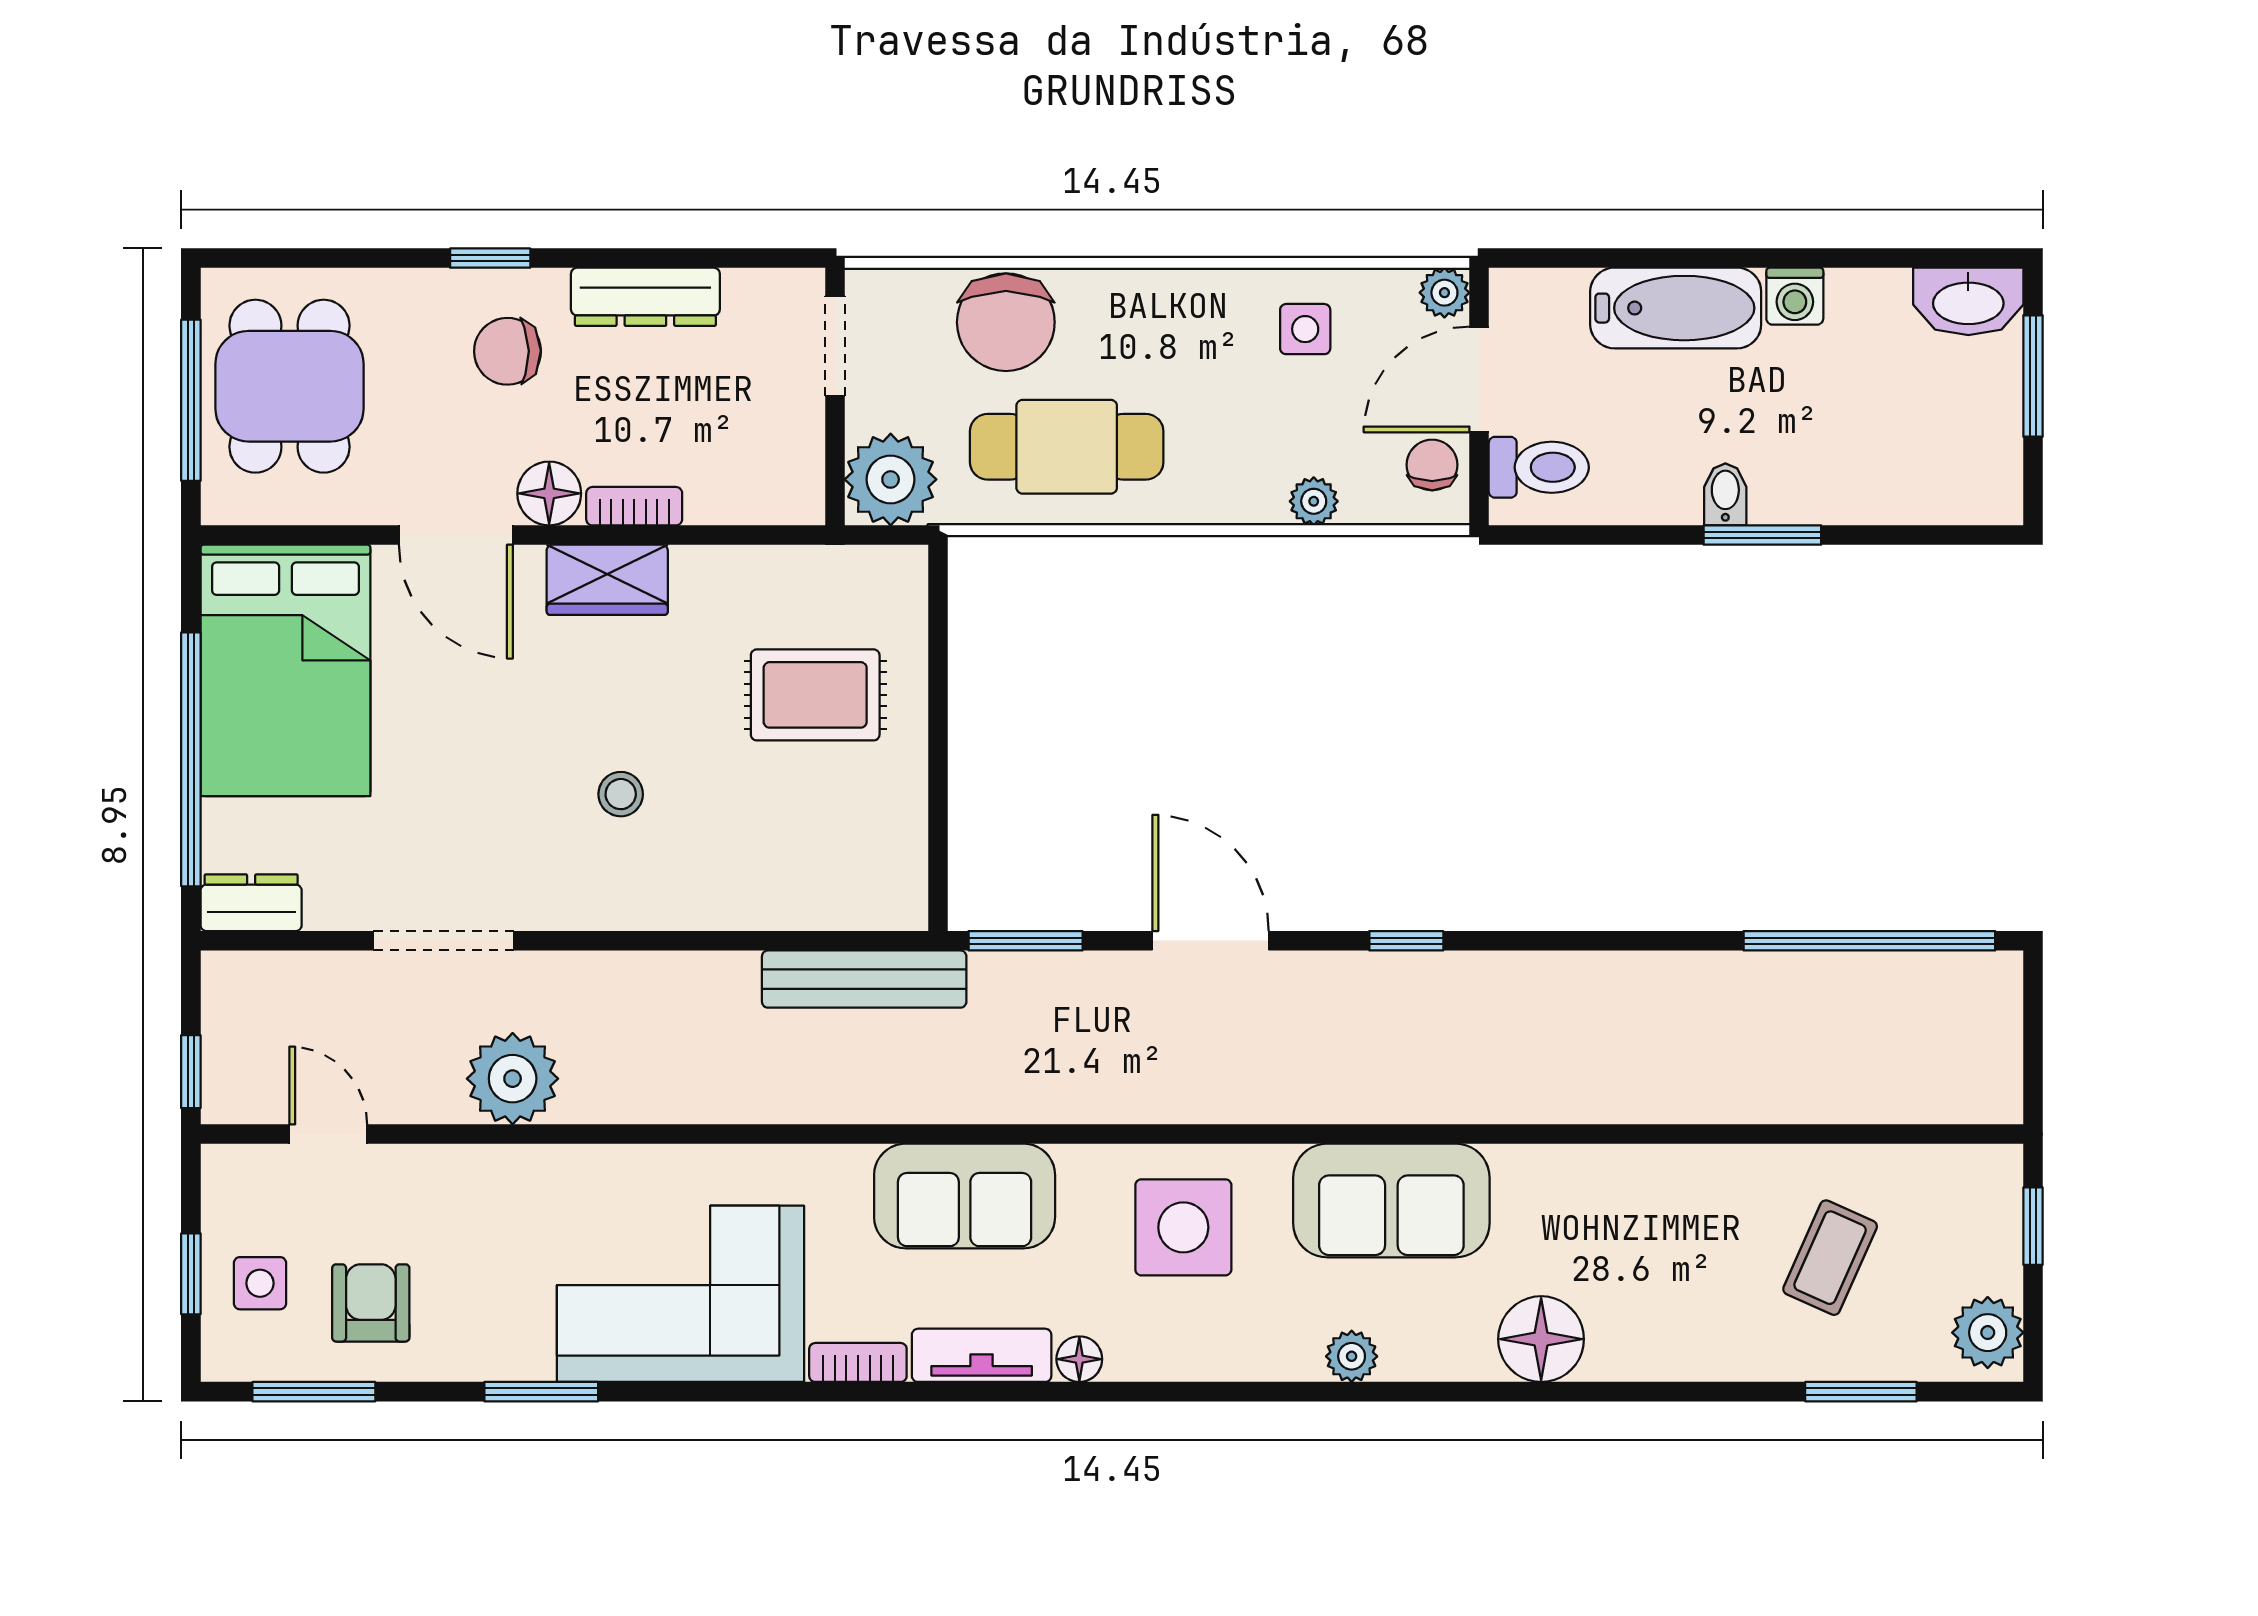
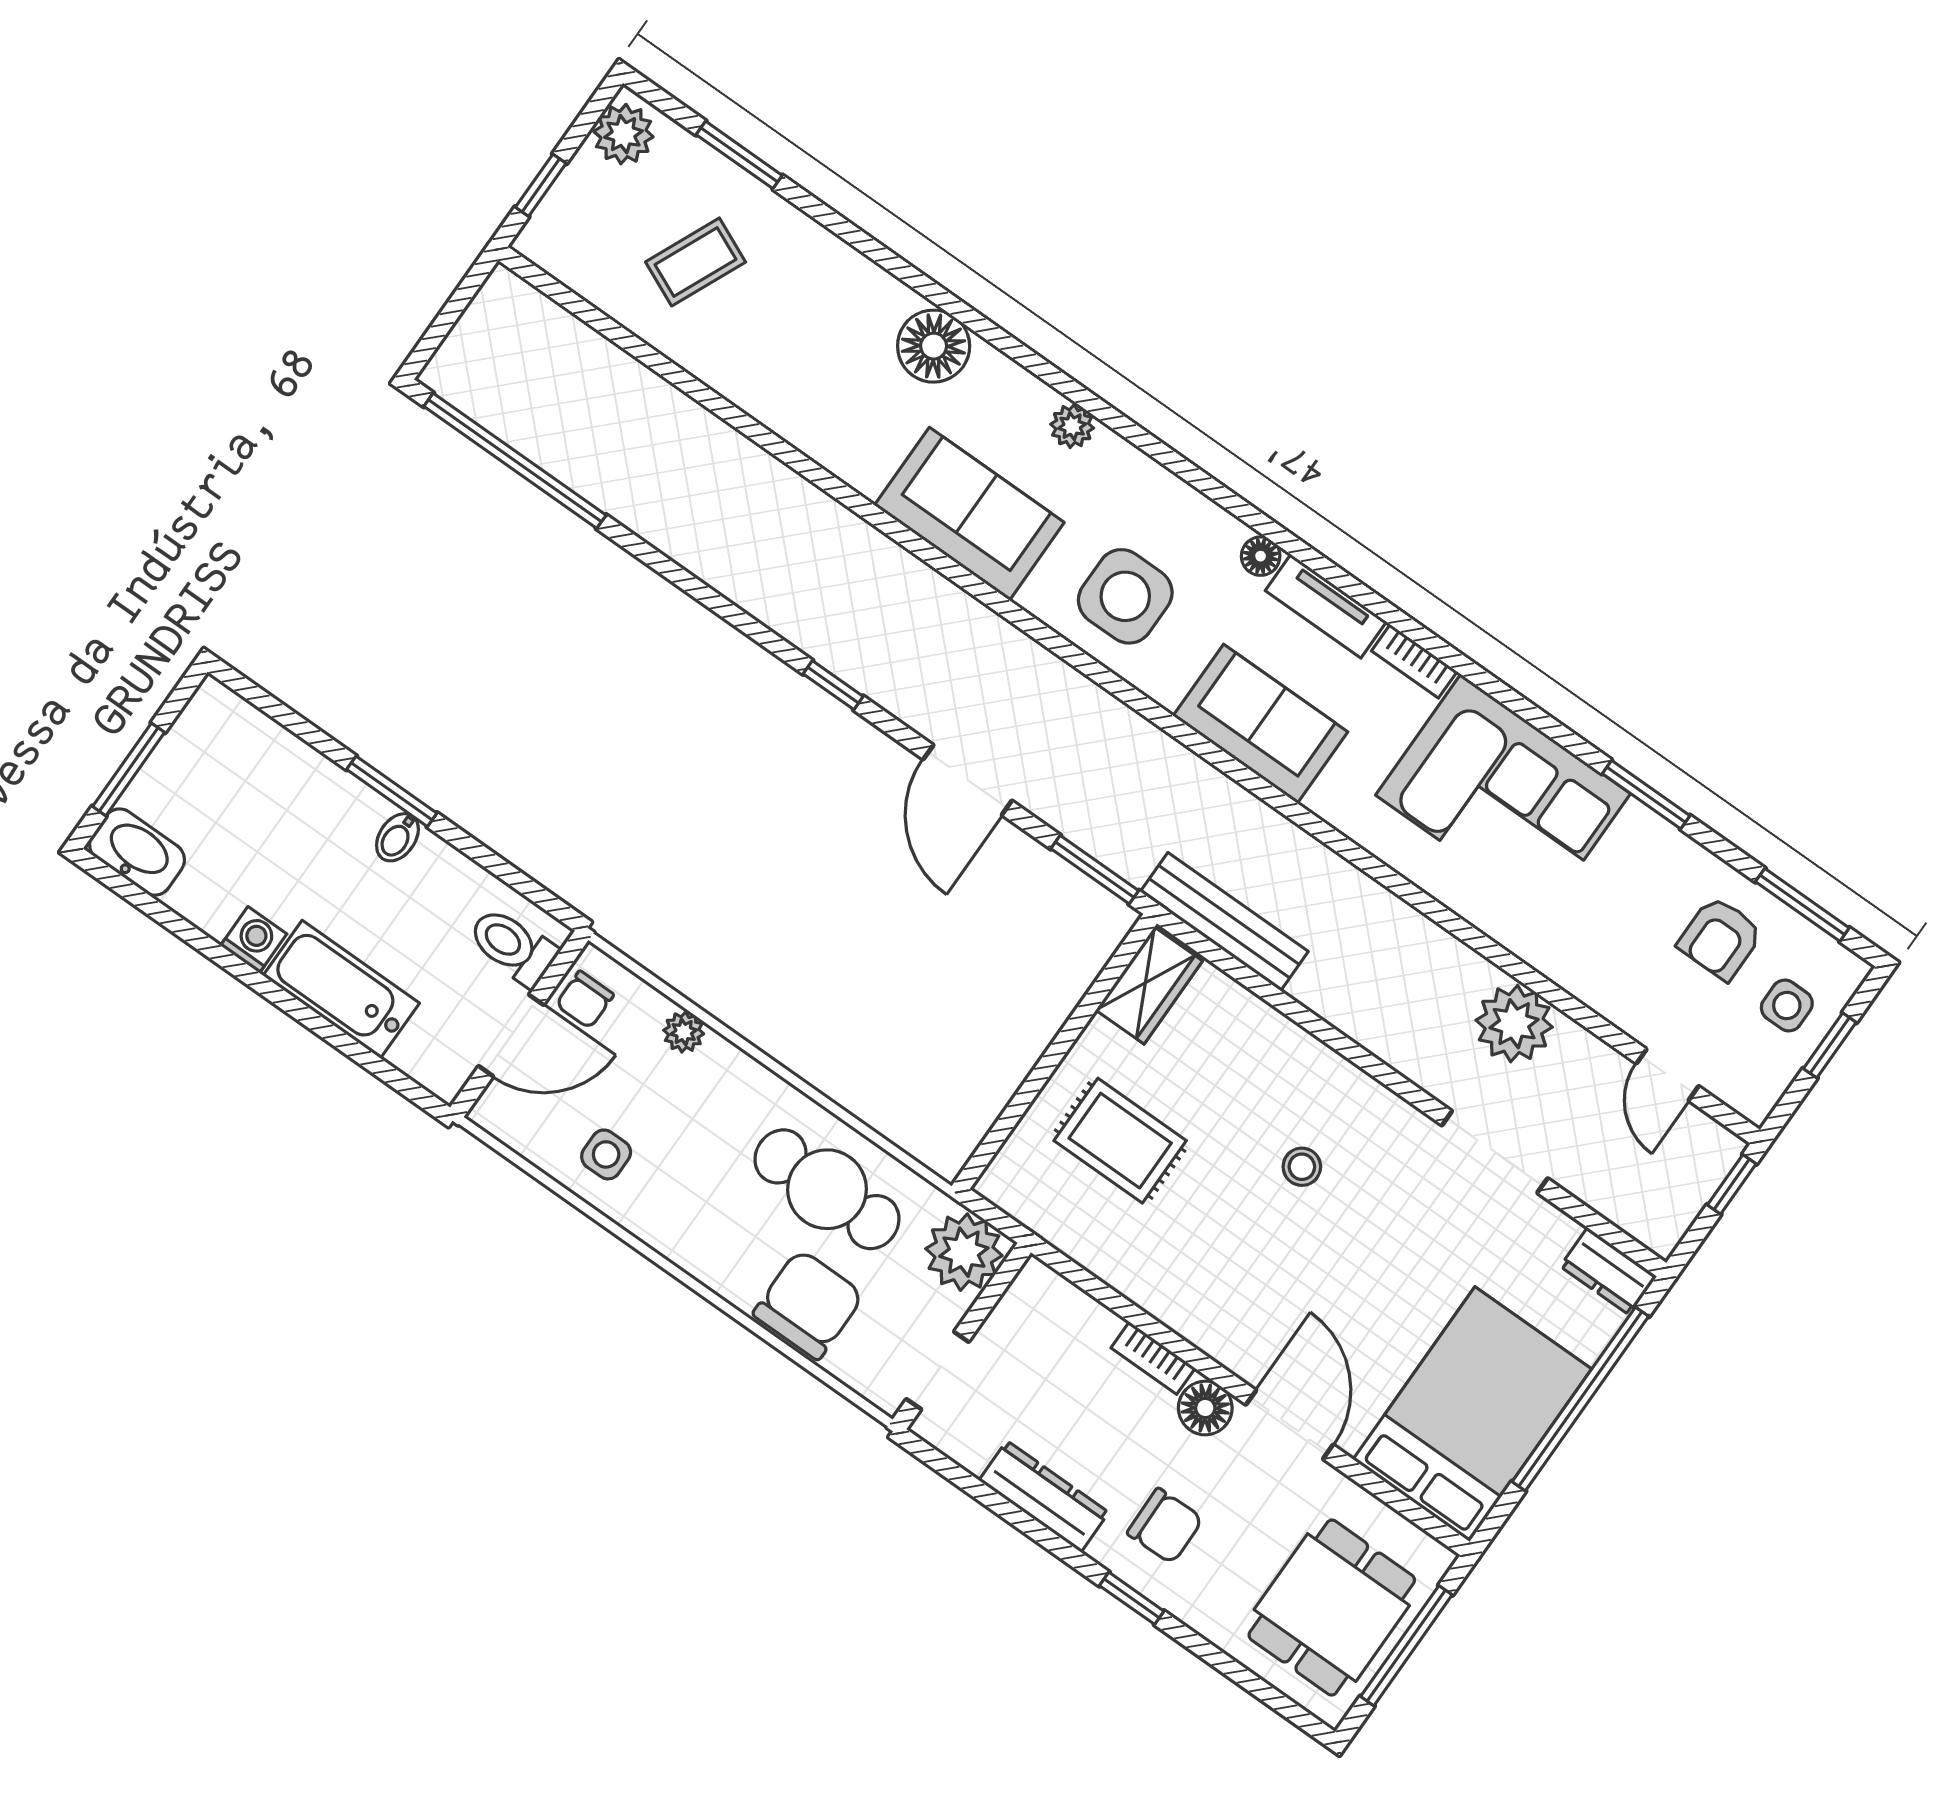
plant: (1444, 293) -> (493, 1112), removed
wardrobe: (607, 580) -> (1149, 985), moved, turned 90

